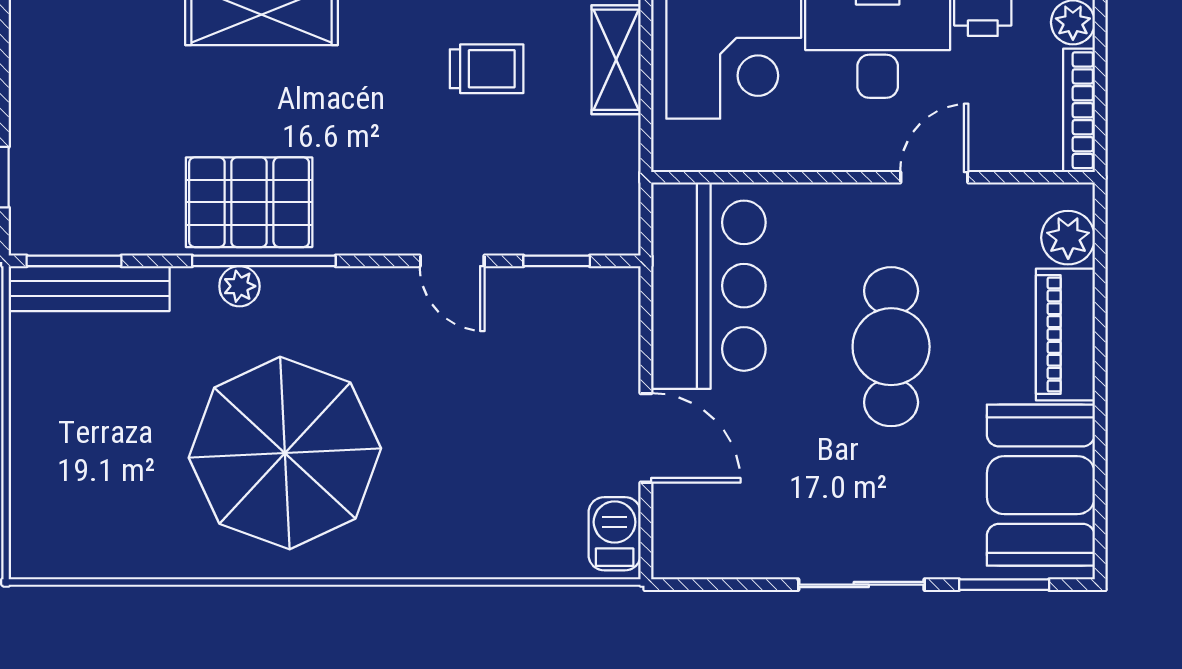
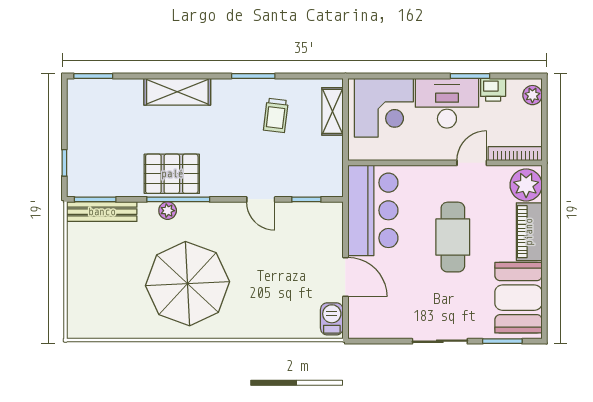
trolley: (487, 69) -> (276, 115), turned 97
bookcase: (1079, 110) -> (515, 154), moved, turned 90
plant: (1068, 238) -> (526, 185), width x1.36, depth x1.36

